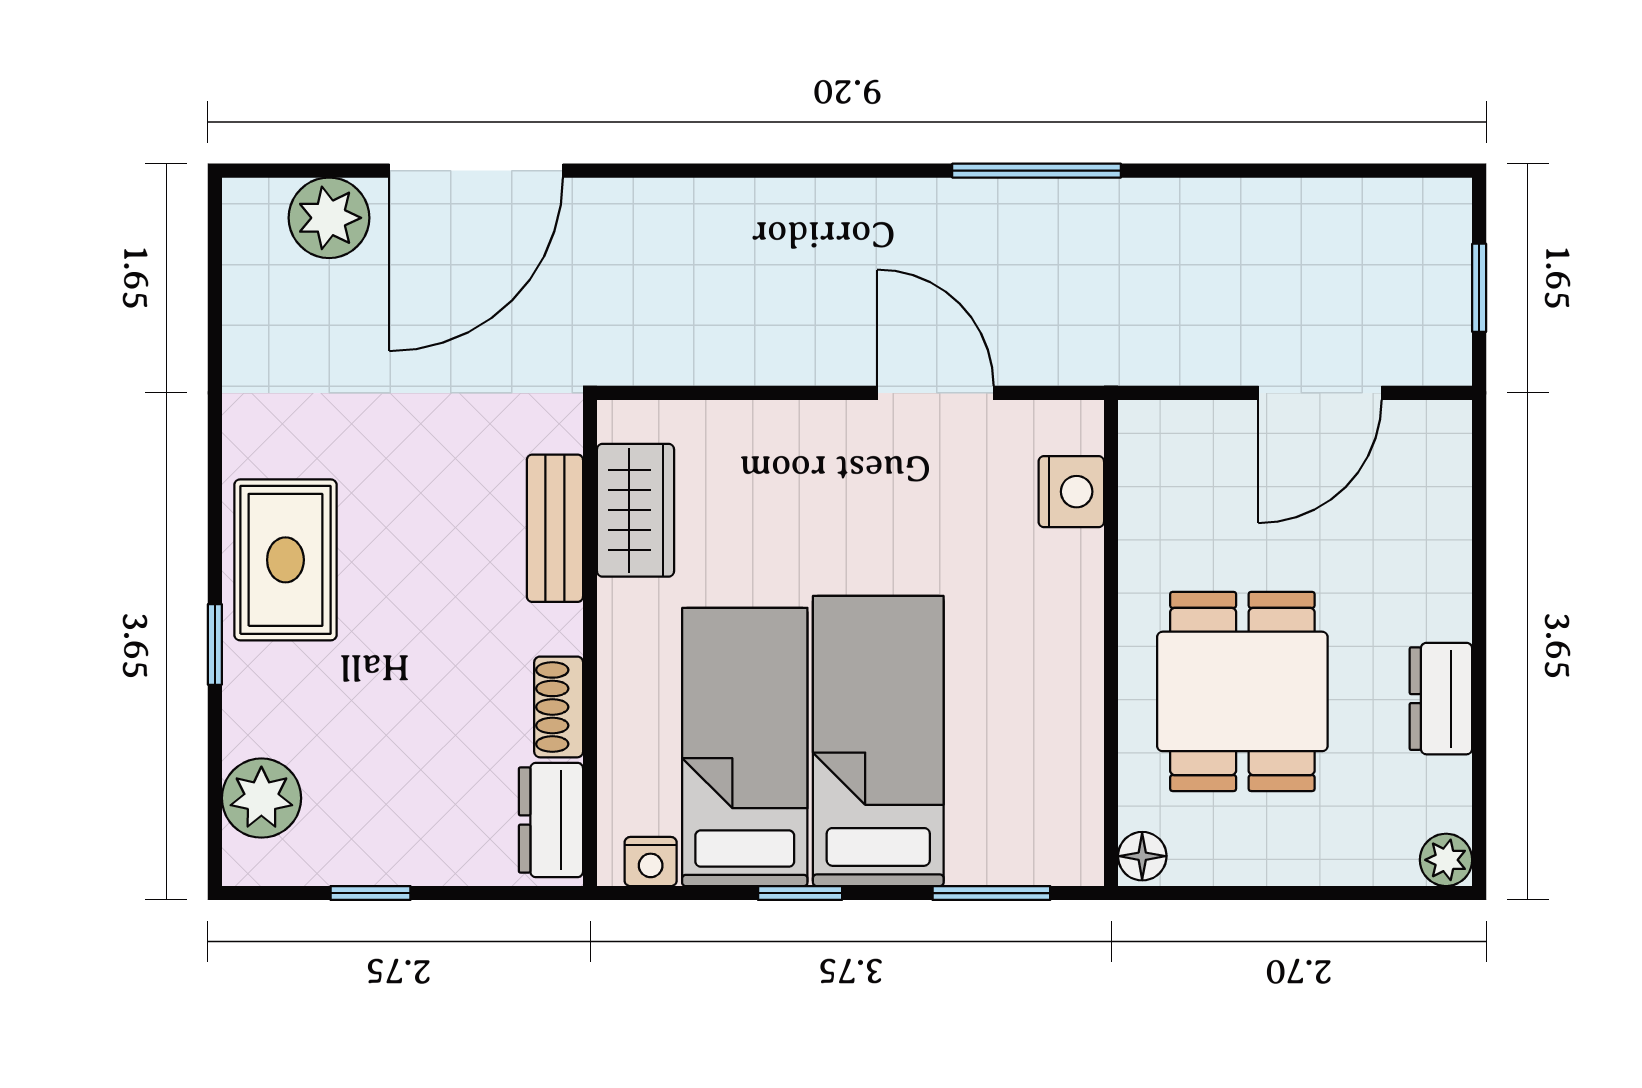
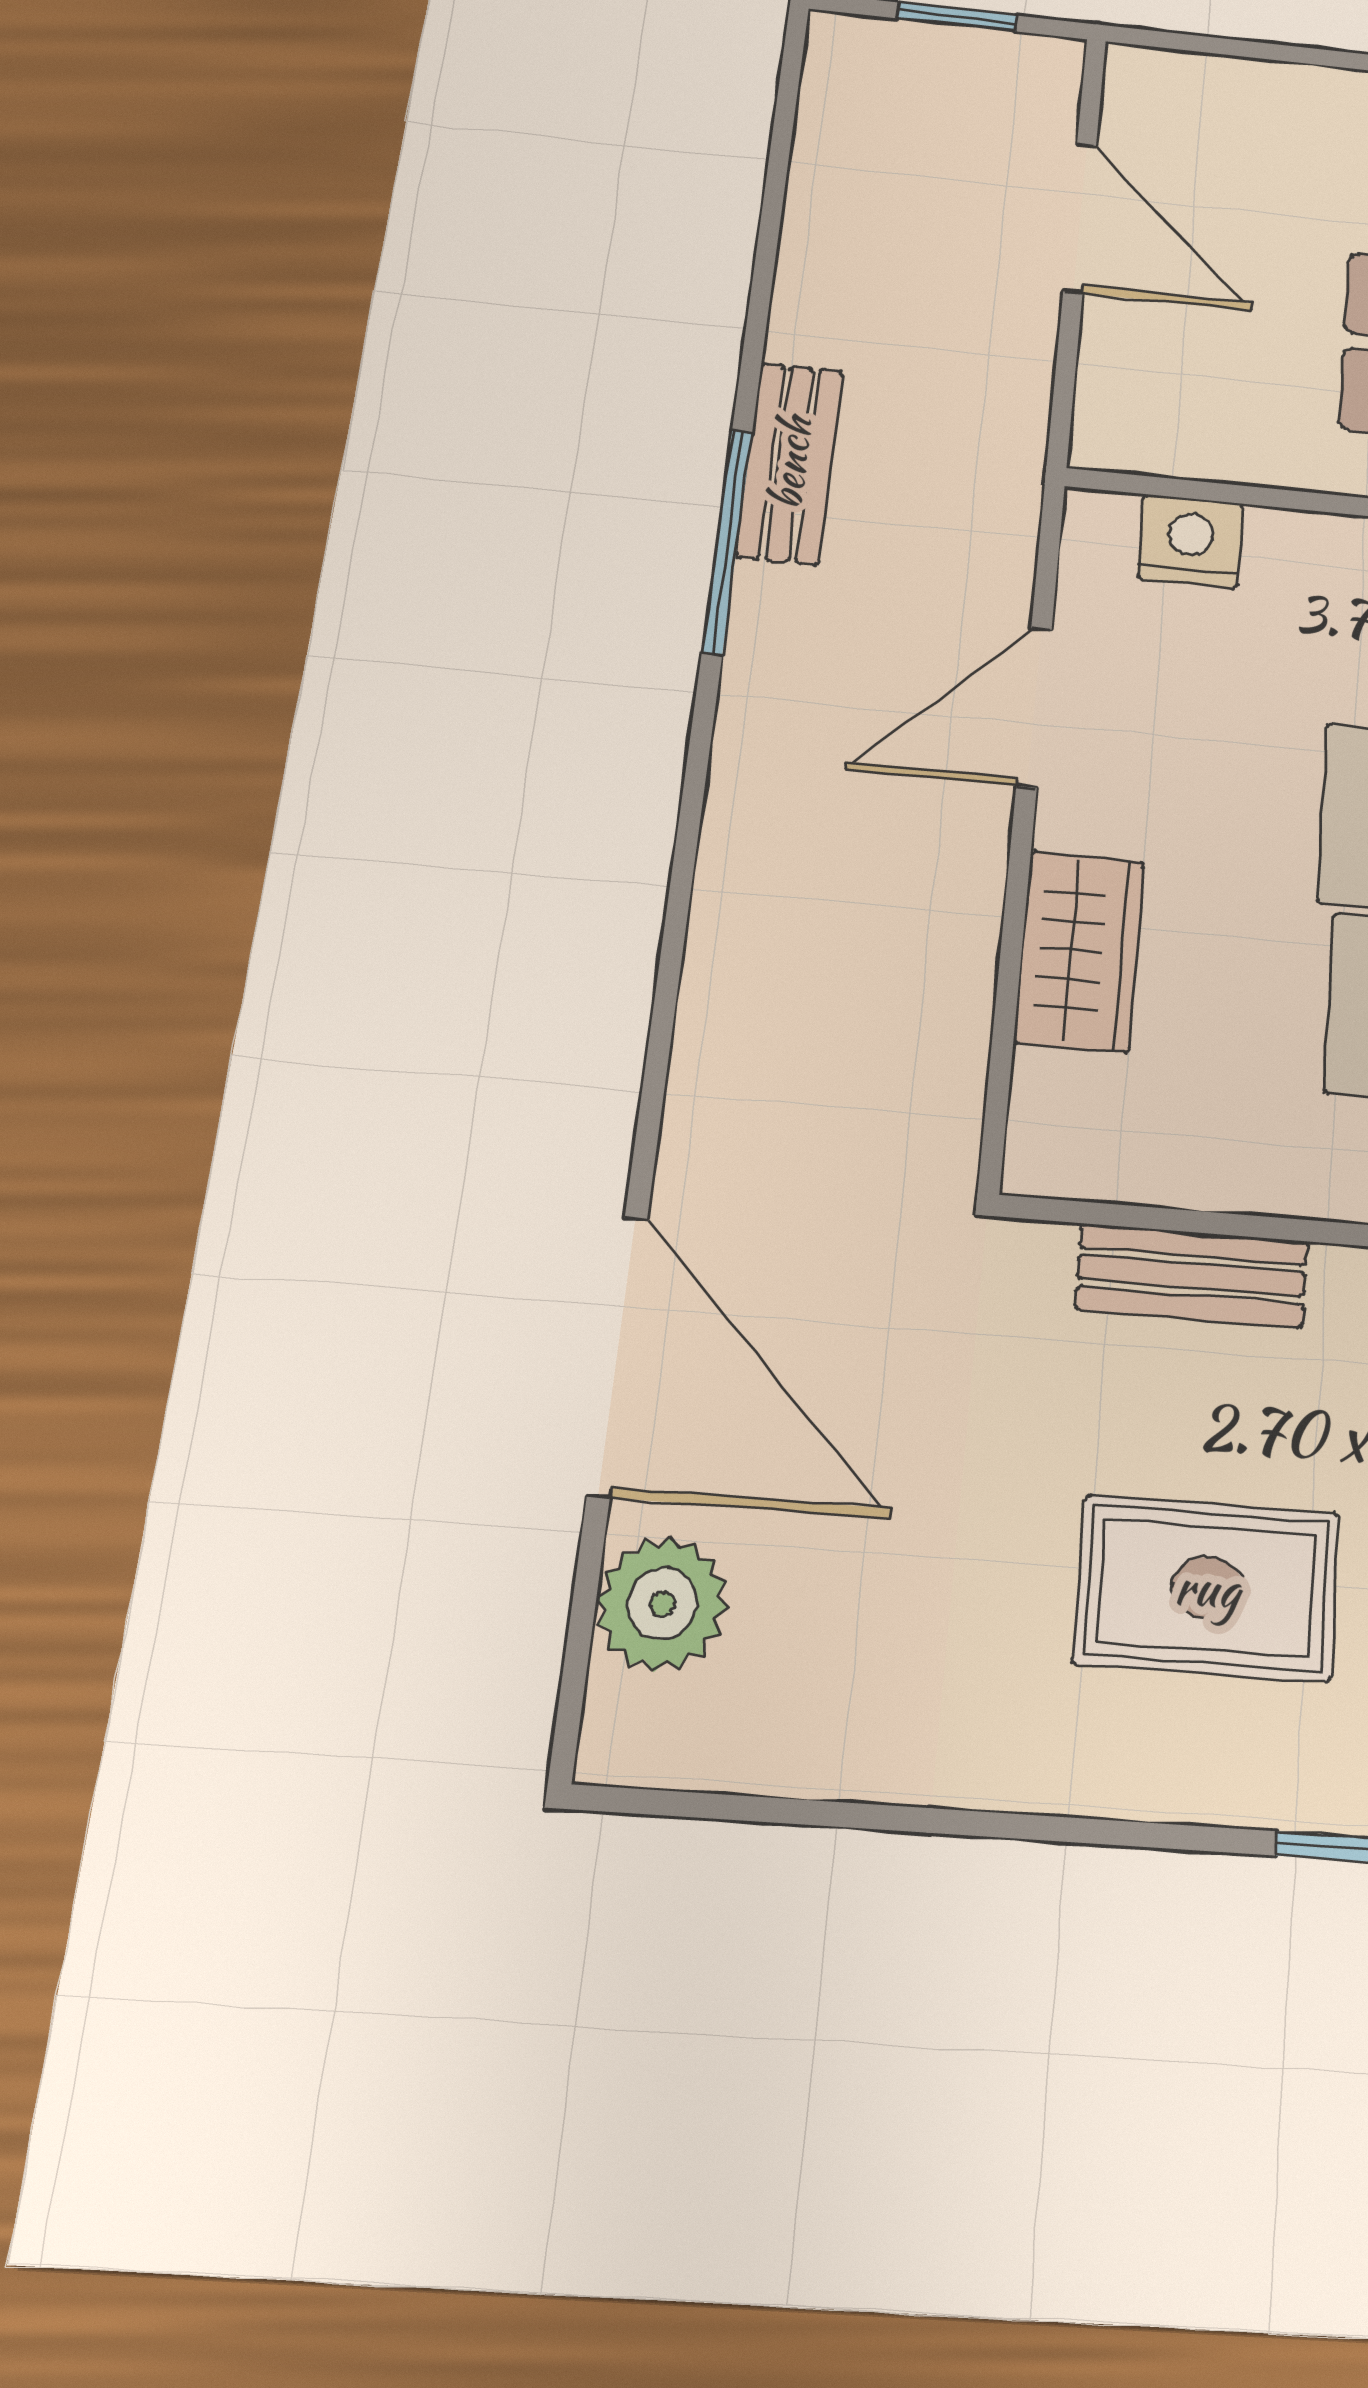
bench: (1101, 206) -> (790, 463), added
wardrobe: (635, 510) -> (1080, 951), moved, turned 90
rug: (285, 560) -> (1207, 1588), moved

